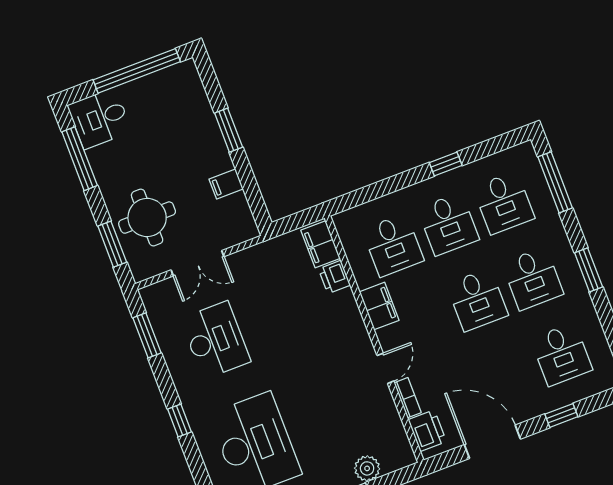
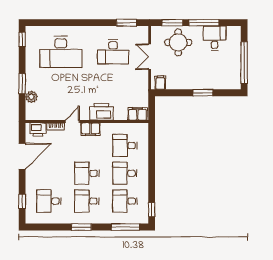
desk: (100, 118) -> (215, 38), moved
window: (80, 159) -> (204, 23), moved
window: (446, 164) -> (152, 210), moved
filing cabinet: (226, 184) -> (160, 83), moved
printer: (334, 277) -> (101, 112), moved, width x1.87, depth x1.48
filing cabinet: (379, 306) -> (90, 129), moved
door: (385, 368) -> (72, 122), swing flipped
window: (561, 415) -> (22, 201), moved
window: (180, 420) -> (84, 23), removed

